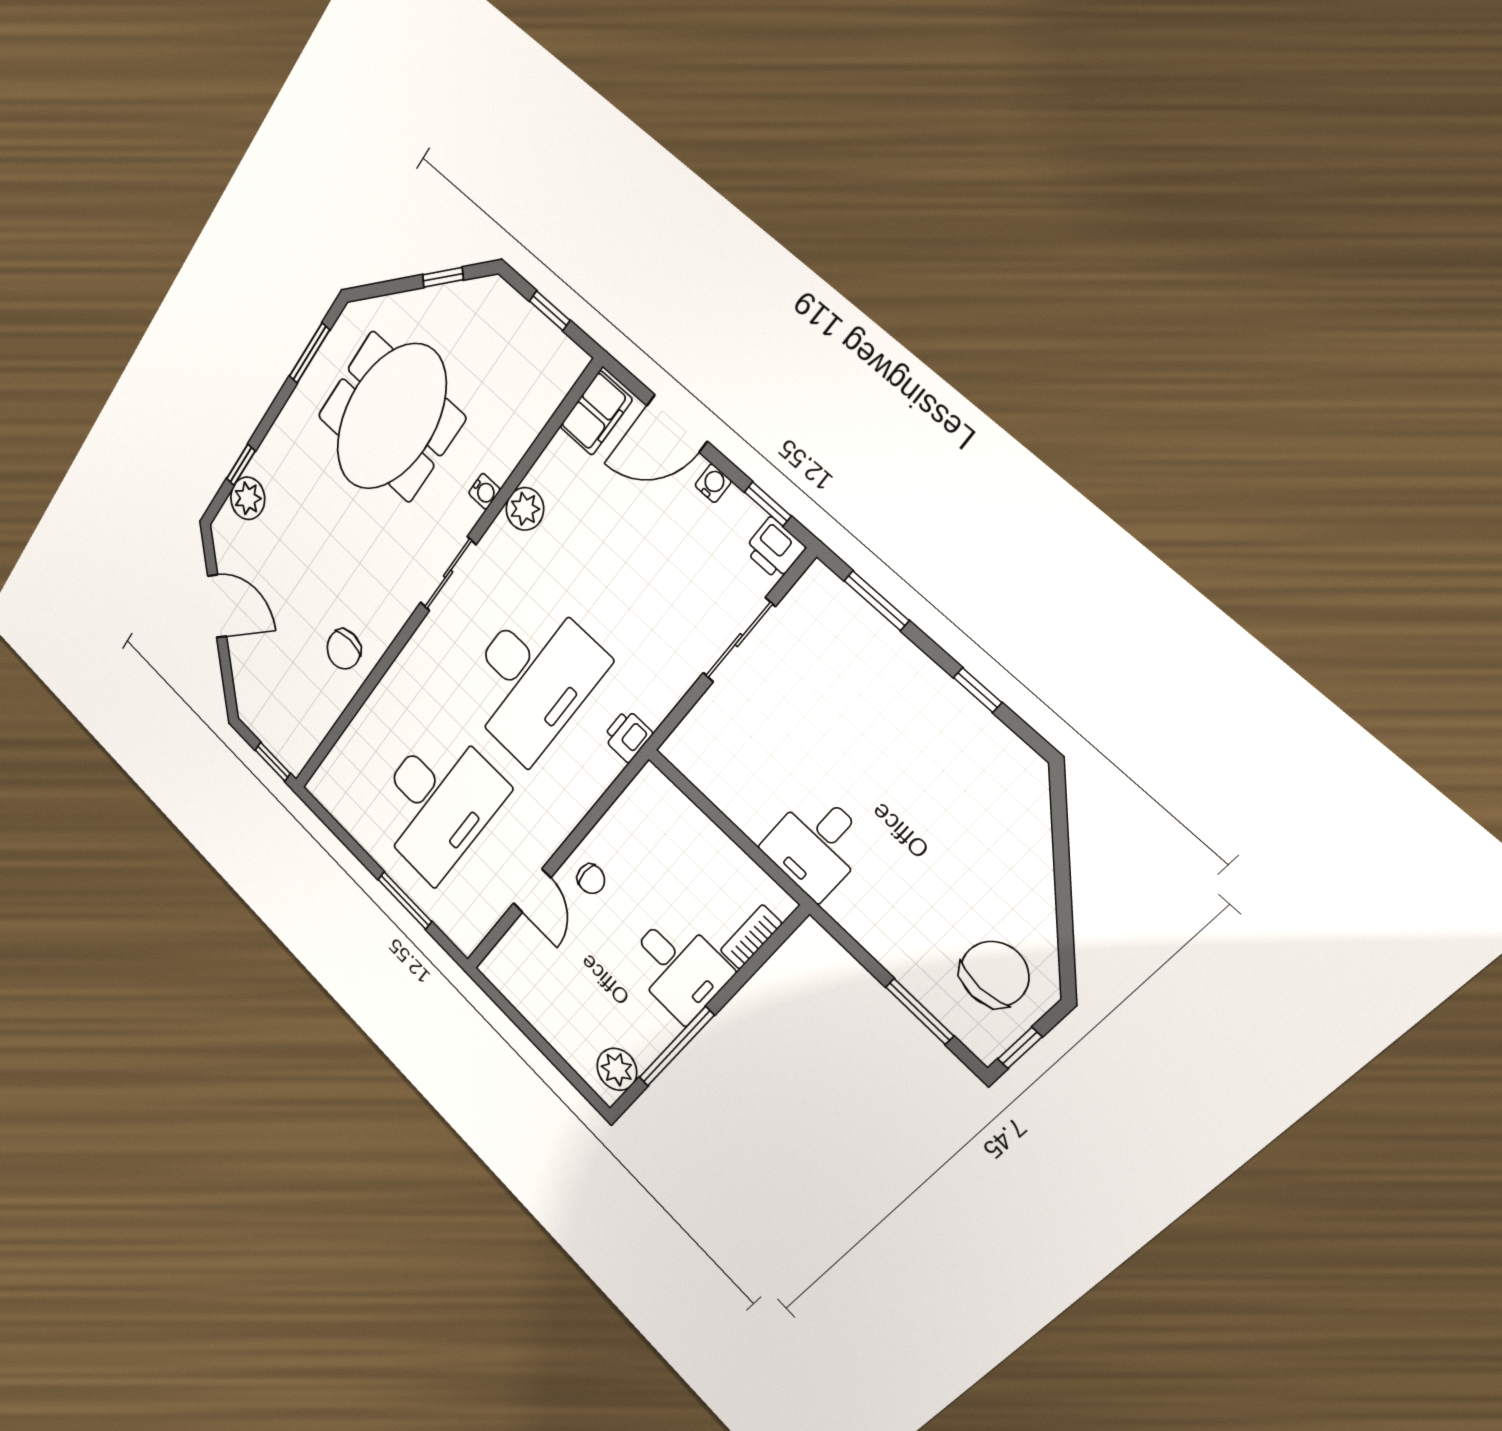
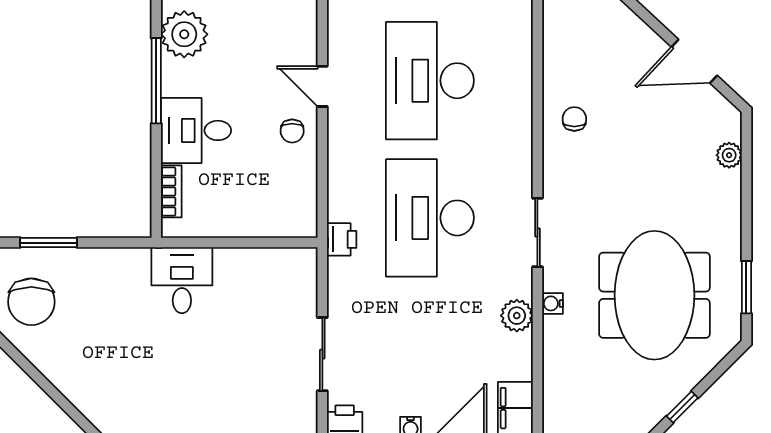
window: (241, 465) -> (746, 173), removed
plant: (248, 498) -> (729, 155), width x0.73, depth x0.73
chair: (344, 649) -> (574, 119), width x0.73, depth x0.73
chair: (591, 879) -> (292, 131), turned -90
plant: (617, 1069) -> (184, 34), width x1.36, depth x1.36

